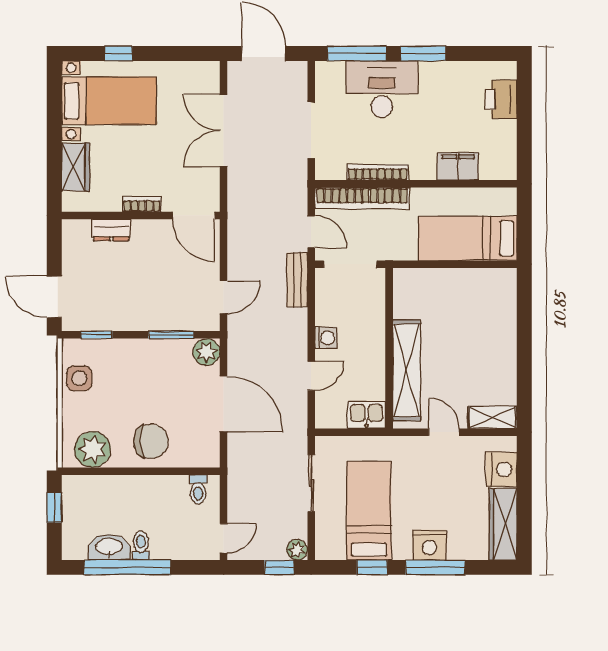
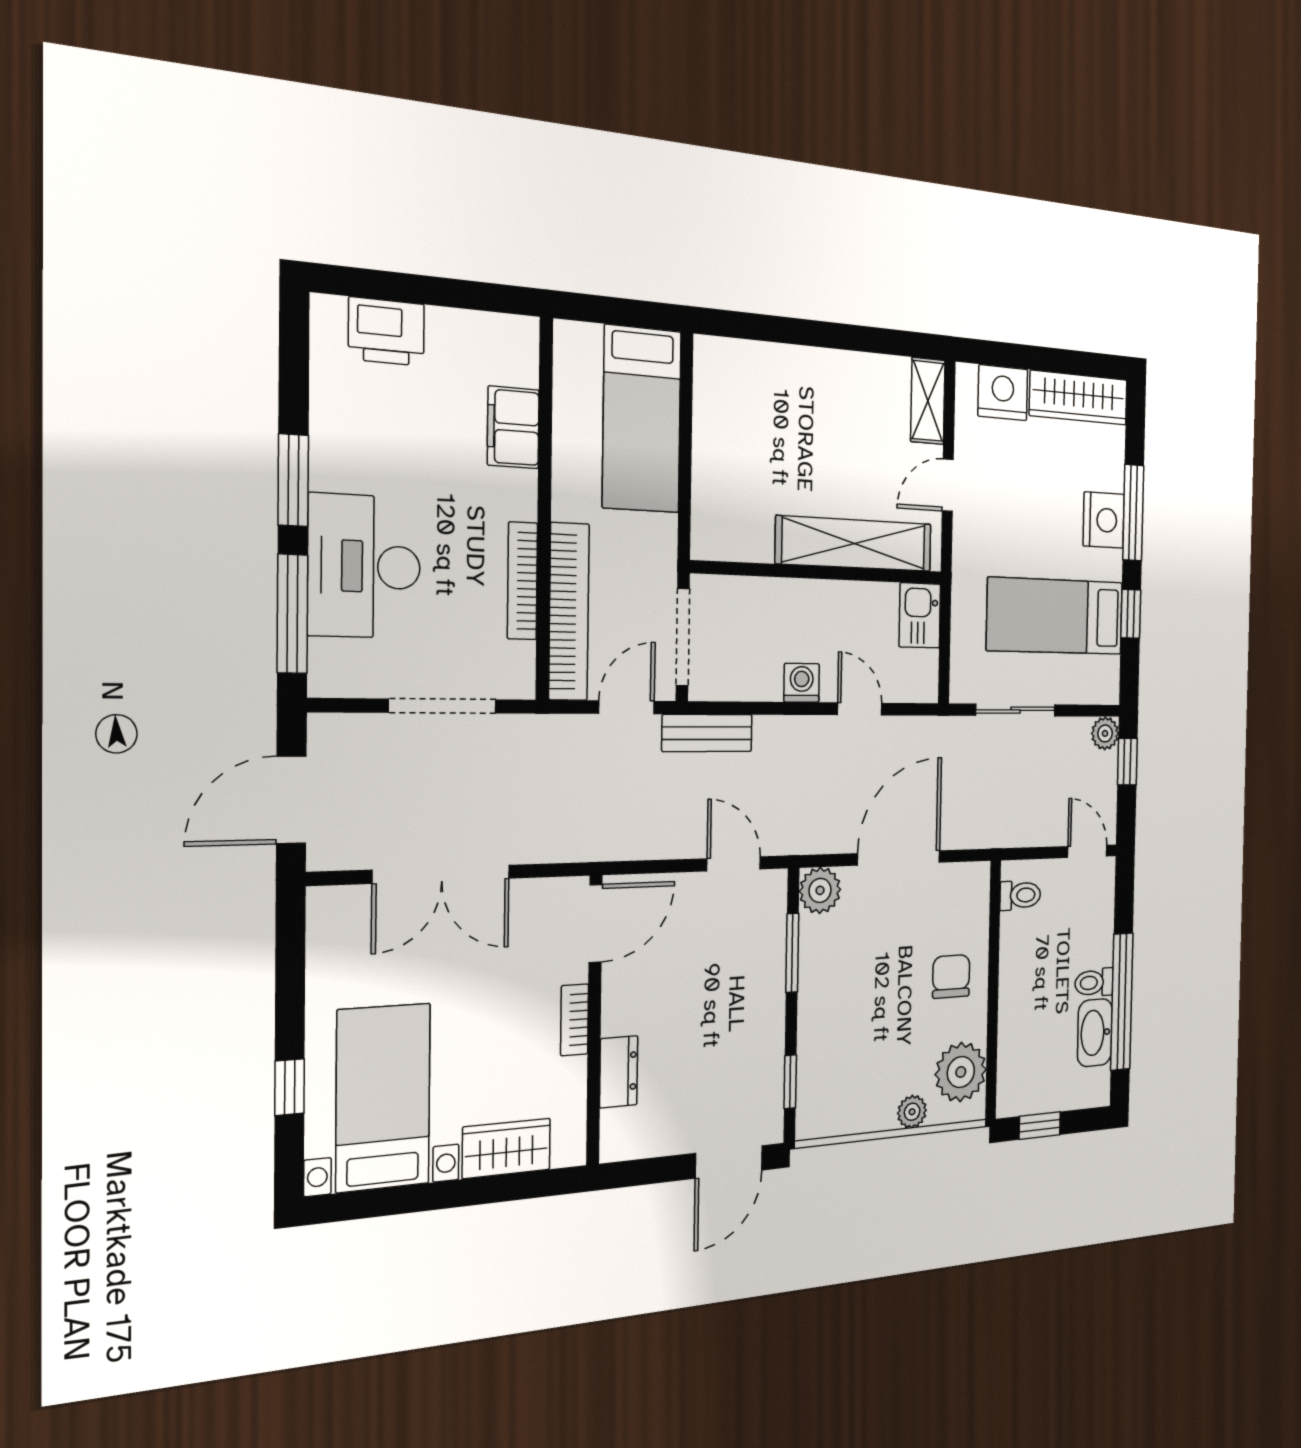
side table: (79, 378) -> (856, 1105), removed
plant: (72, 416) -> (912, 1112), added
chair: (151, 441) -> (951, 976), width x0.73, depth x0.73

